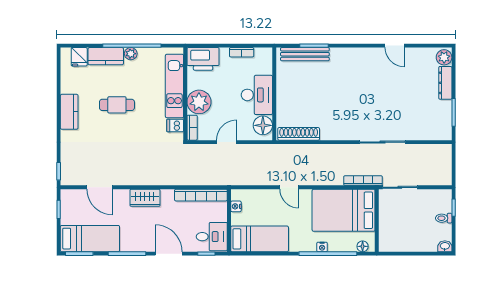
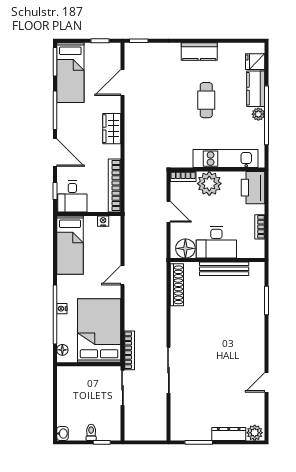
bench: (305, 54) -> (224, 269), moved, turned 90
dishwasher: (175, 126) -> (185, 159), removed
door: (169, 254) -> (55, 153), hinge flipped

